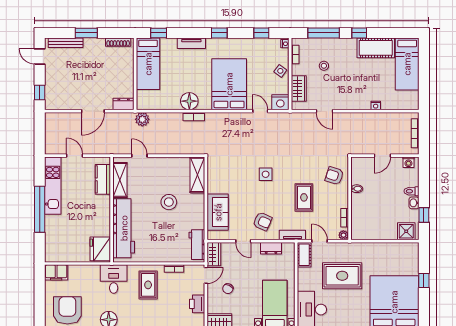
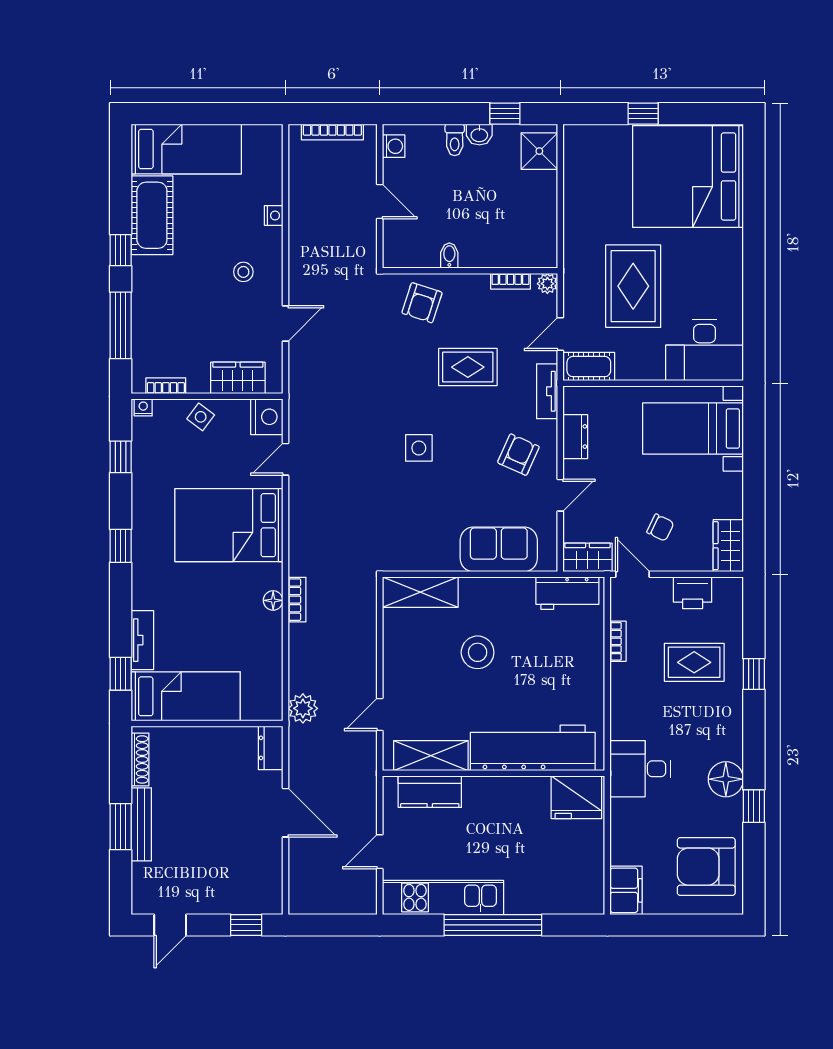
bench: (66, 43) -> (141, 824), moved
tv unit: (191, 43) -> (142, 640), moved
stool: (324, 66) -> (243, 272), moved
floor lamp: (189, 101) -> (273, 600), width x0.53, depth x0.53
rug: (148, 285) -> (694, 662), moved

